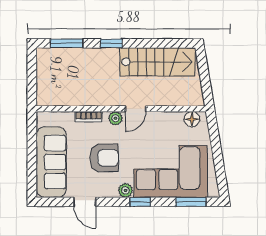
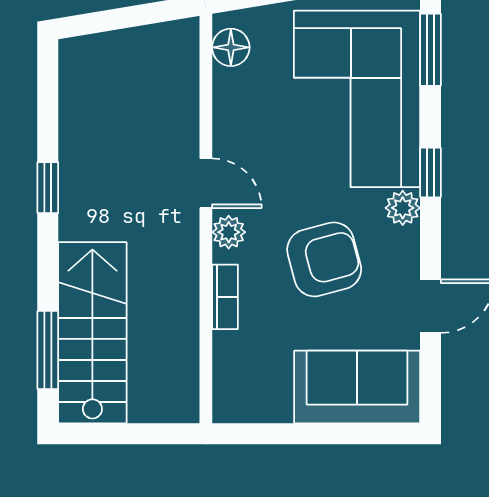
window: (111, 43) -> (48, 188), moved
stairs: (157, 62) -> (92, 333), moved
armchair: (104, 158) -> (324, 259), turned 75
sofa: (51, 162) -> (357, 387), width x0.73

